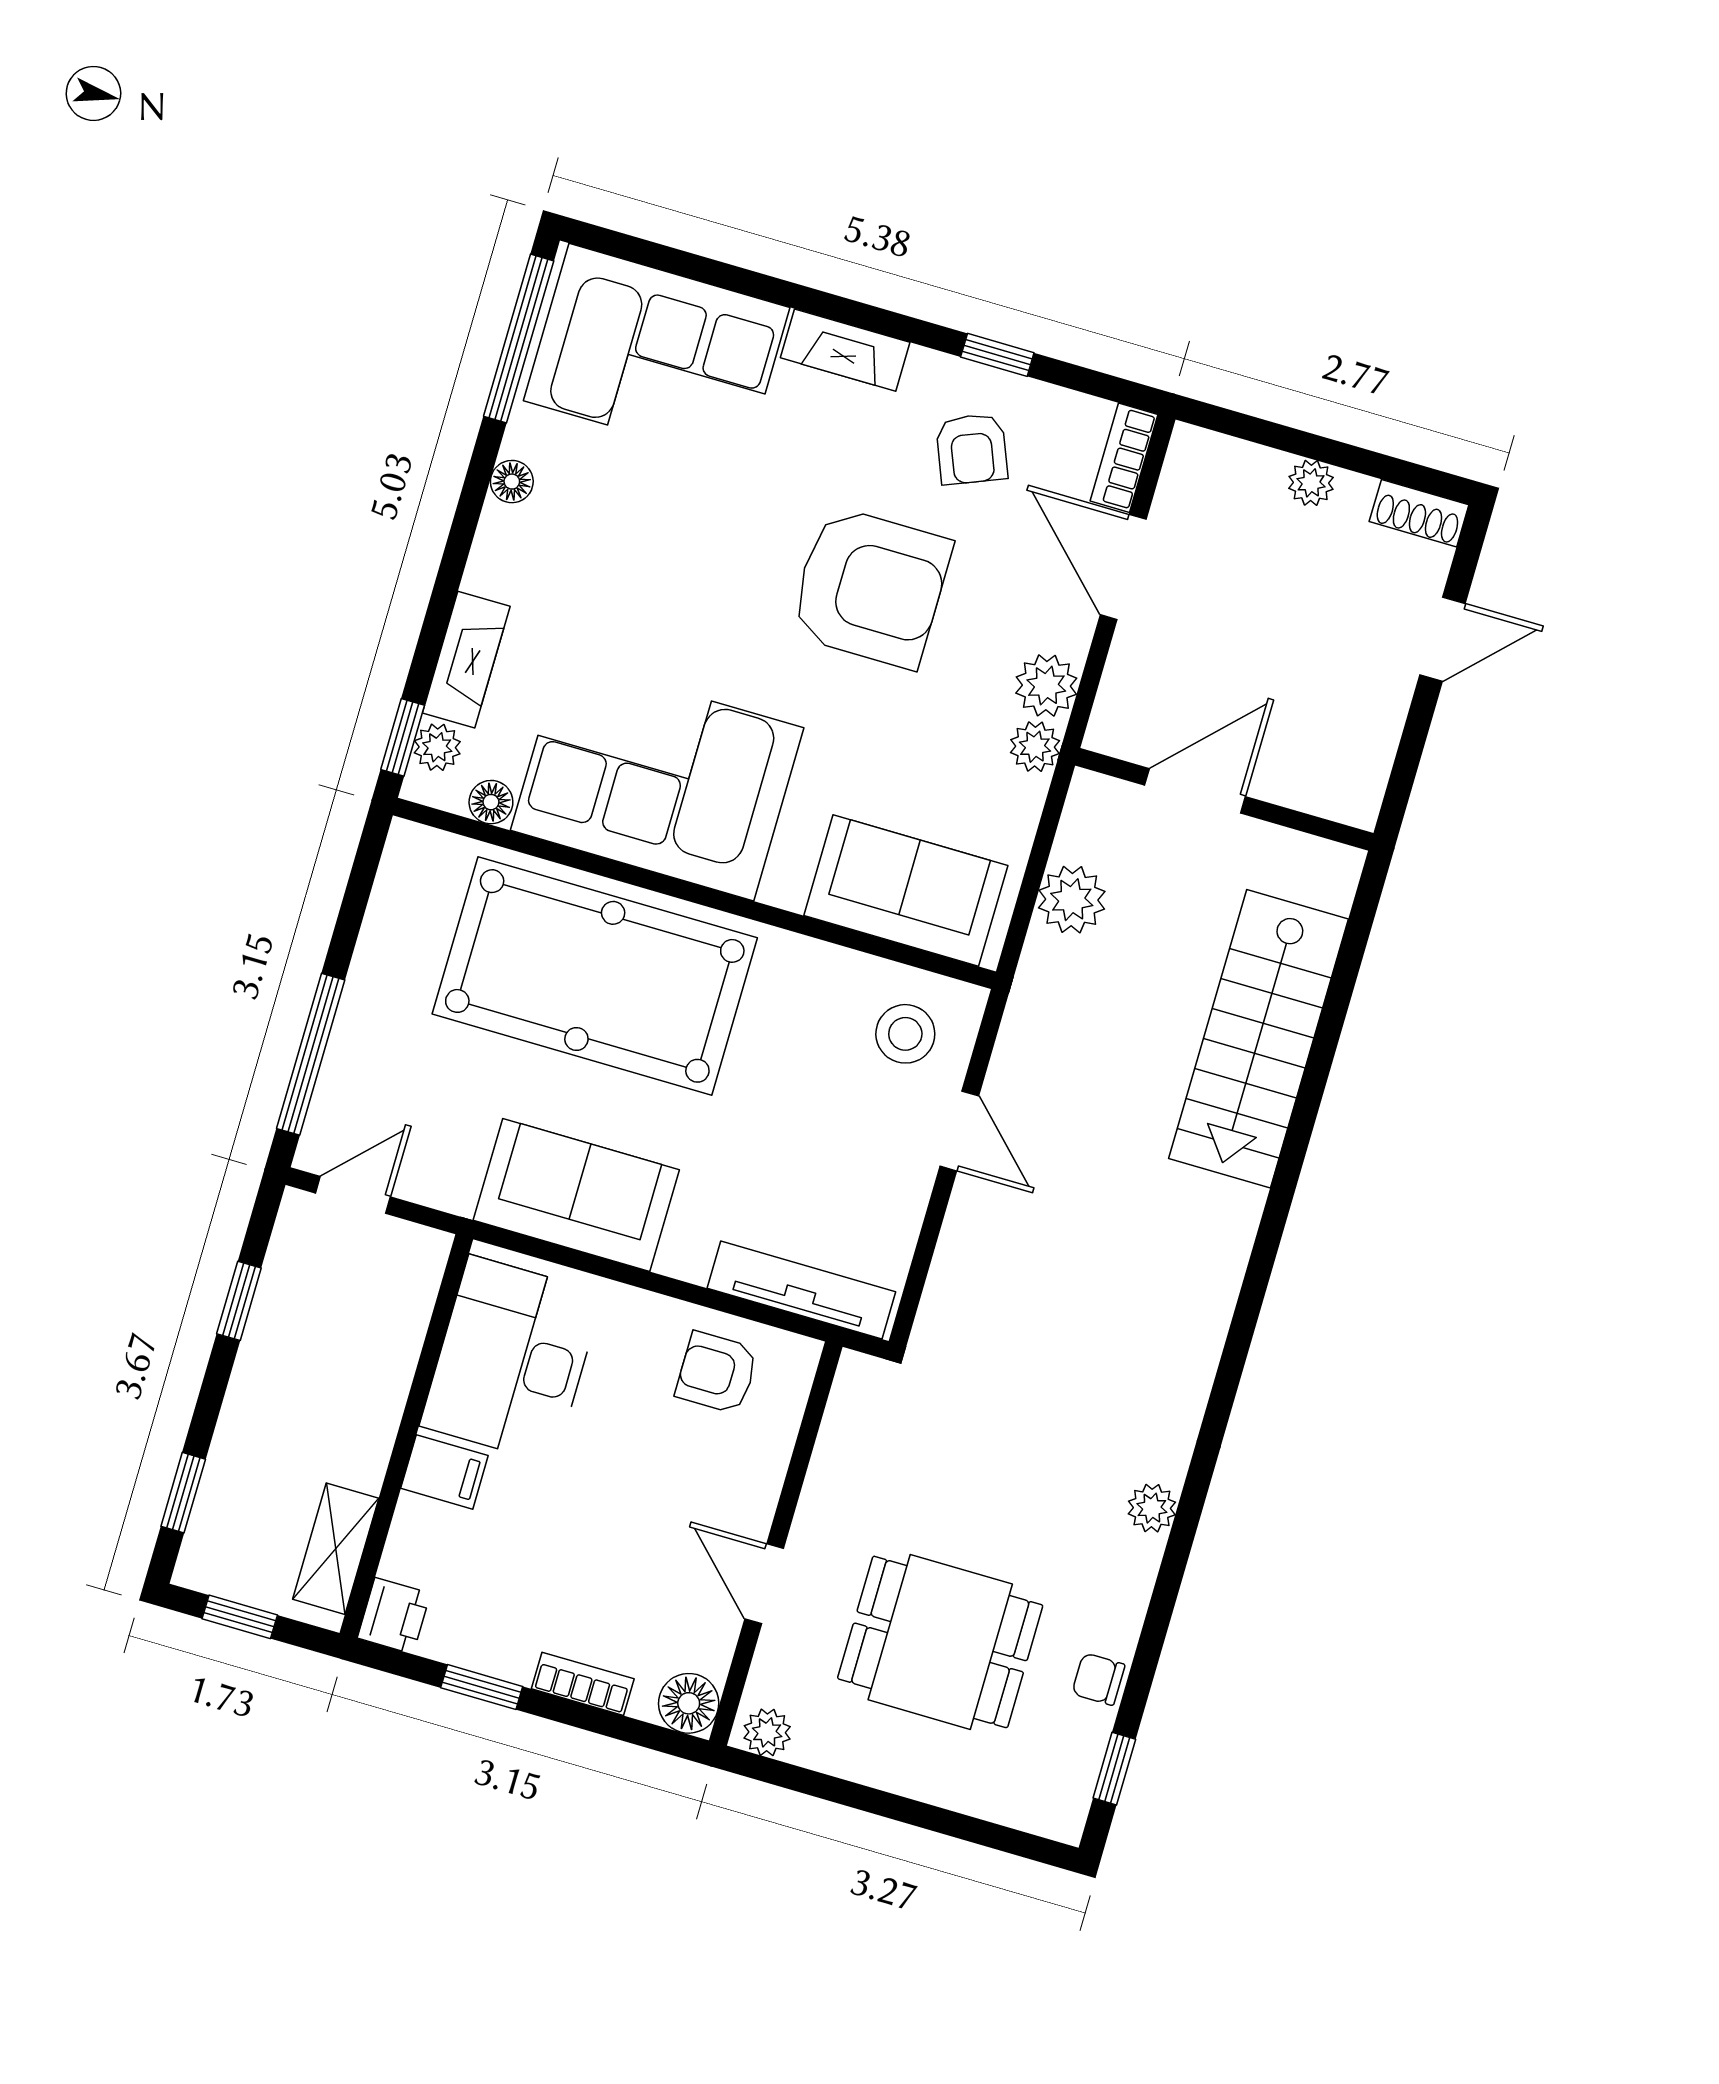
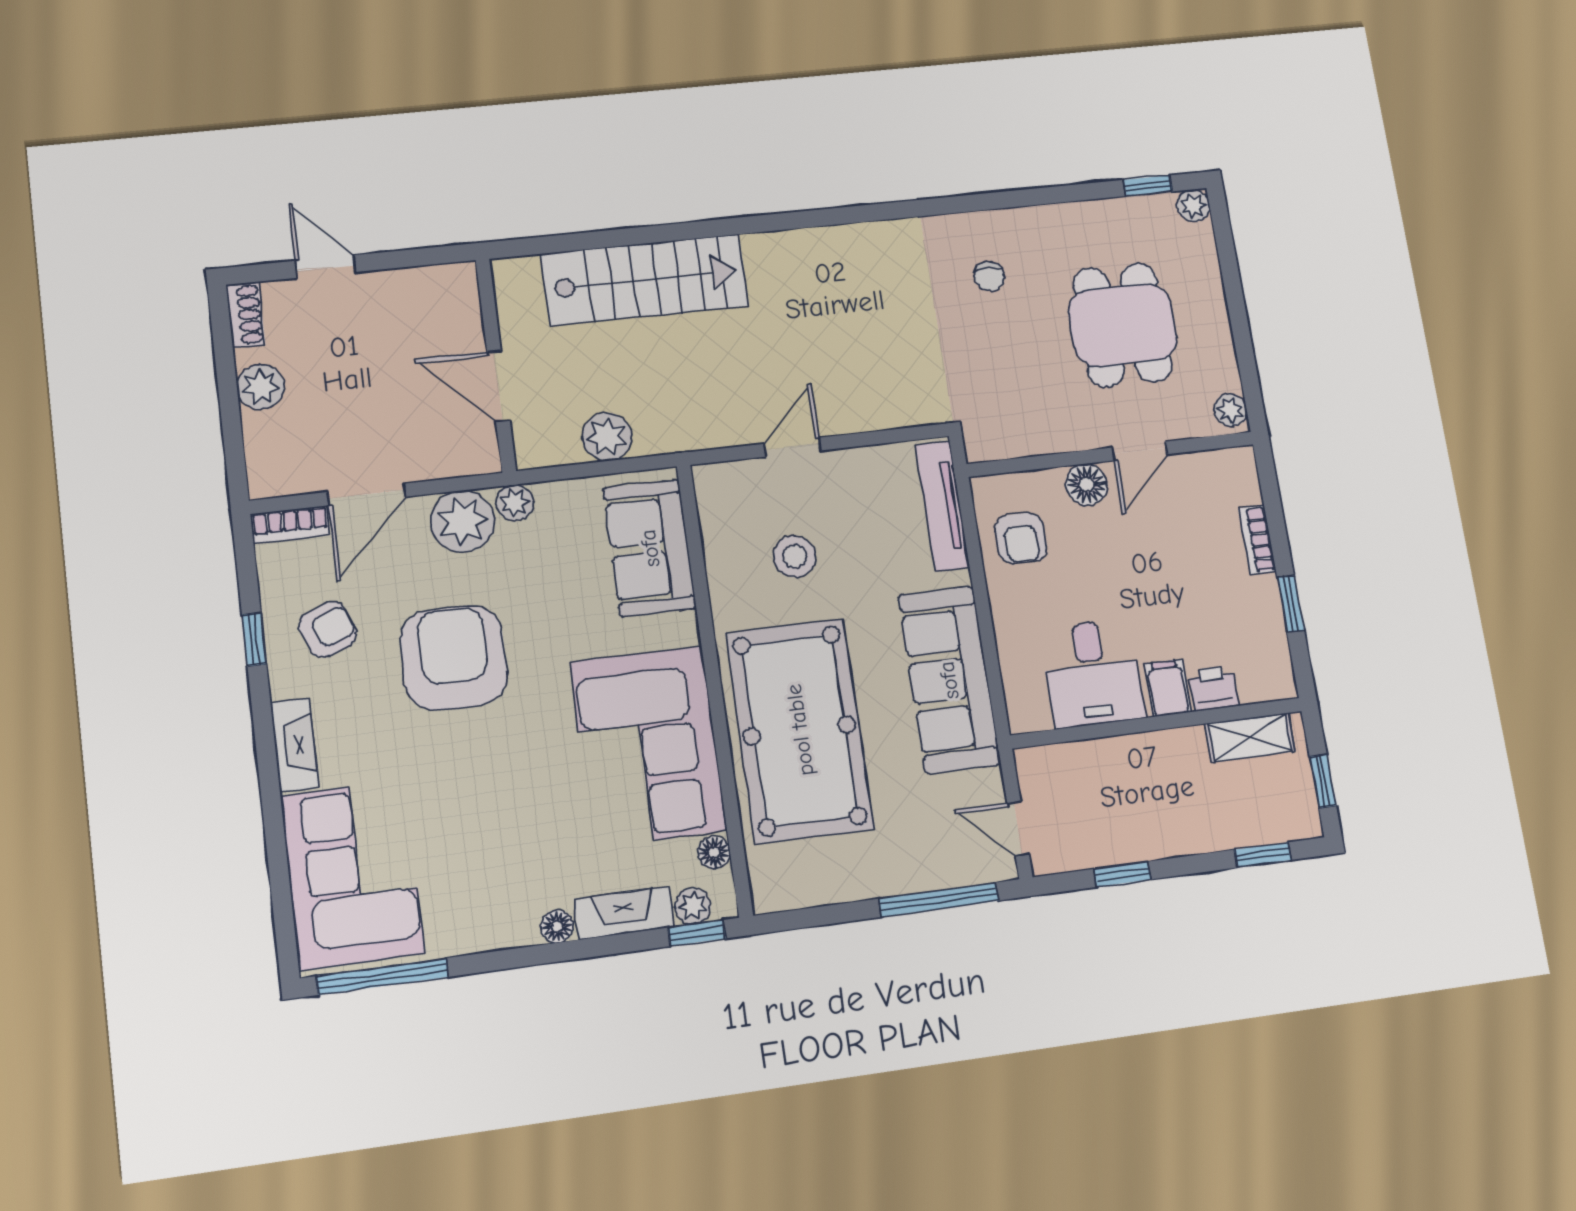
floor lamp: (512, 482) -> (557, 927), moved
plant: (1311, 483) -> (261, 387), width x1.38, depth x1.38
plant: (1046, 686) -> (463, 521), width x1.36, depth x1.36
stool: (905, 1034) -> (795, 556), moved
sofa: (576, 1195) -> (949, 680), width x1.36
desk: (512, 1360) -> (1092, 673), width x0.73
plant: (1152, 1508) -> (1193, 206), moved
printer: (394, 1616) -> (1214, 688), moved
chair: (1098, 1679) -> (989, 276), moved
floor lamp: (689, 1703) -> (1087, 484), moved

